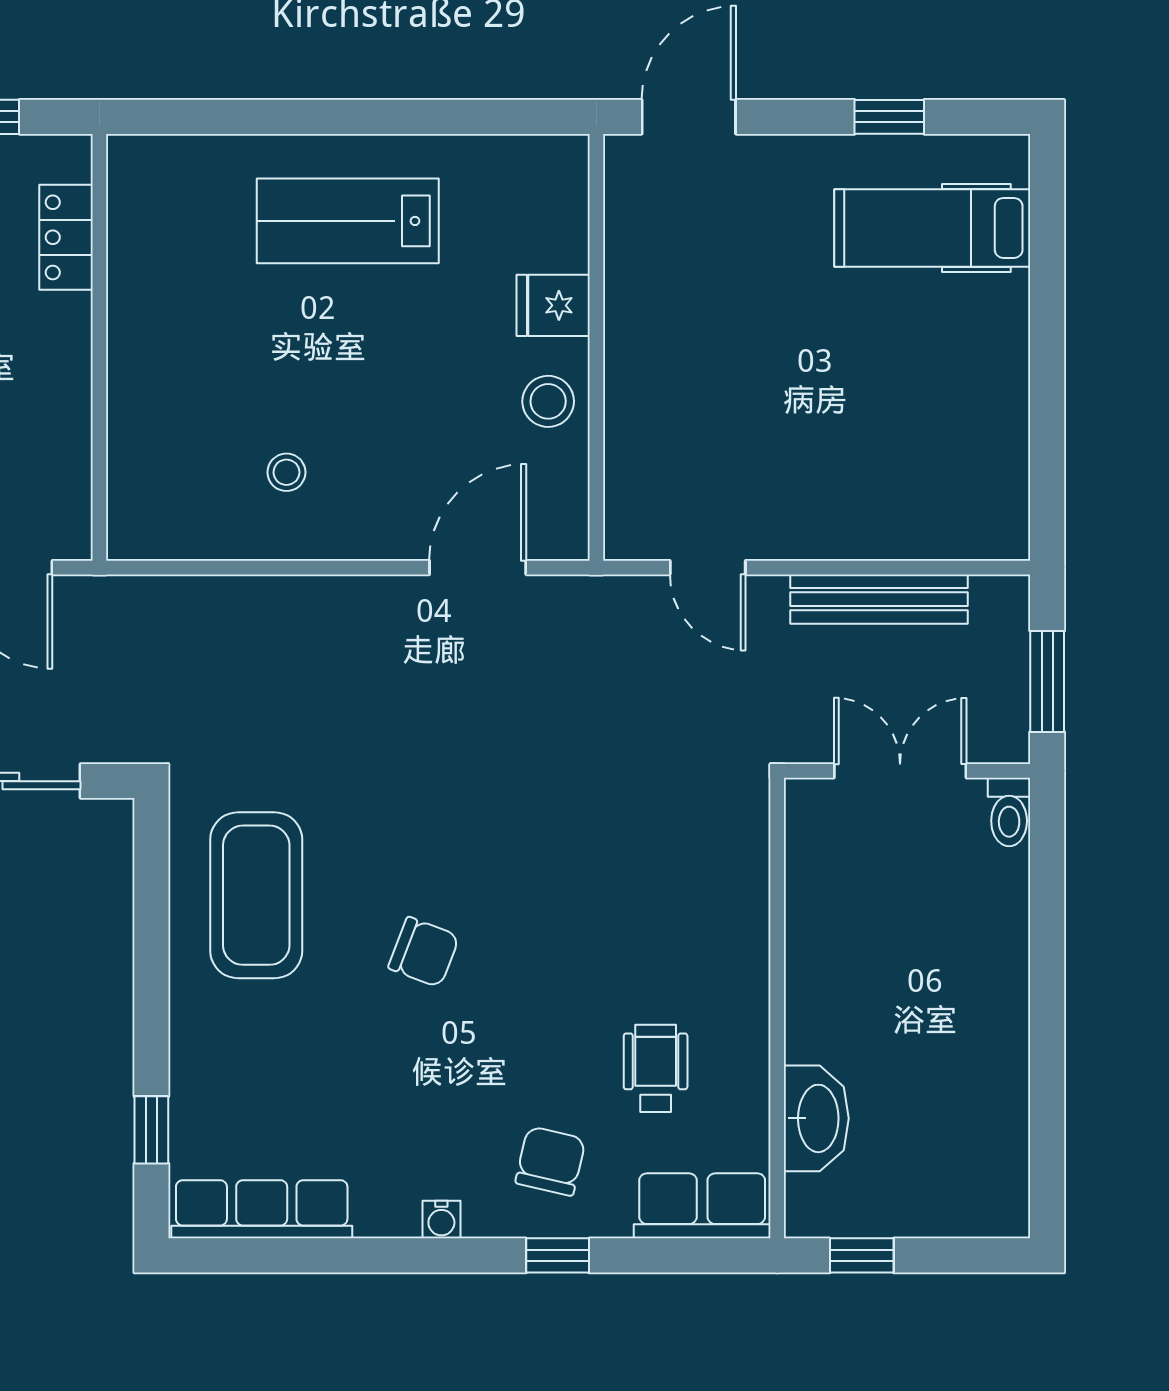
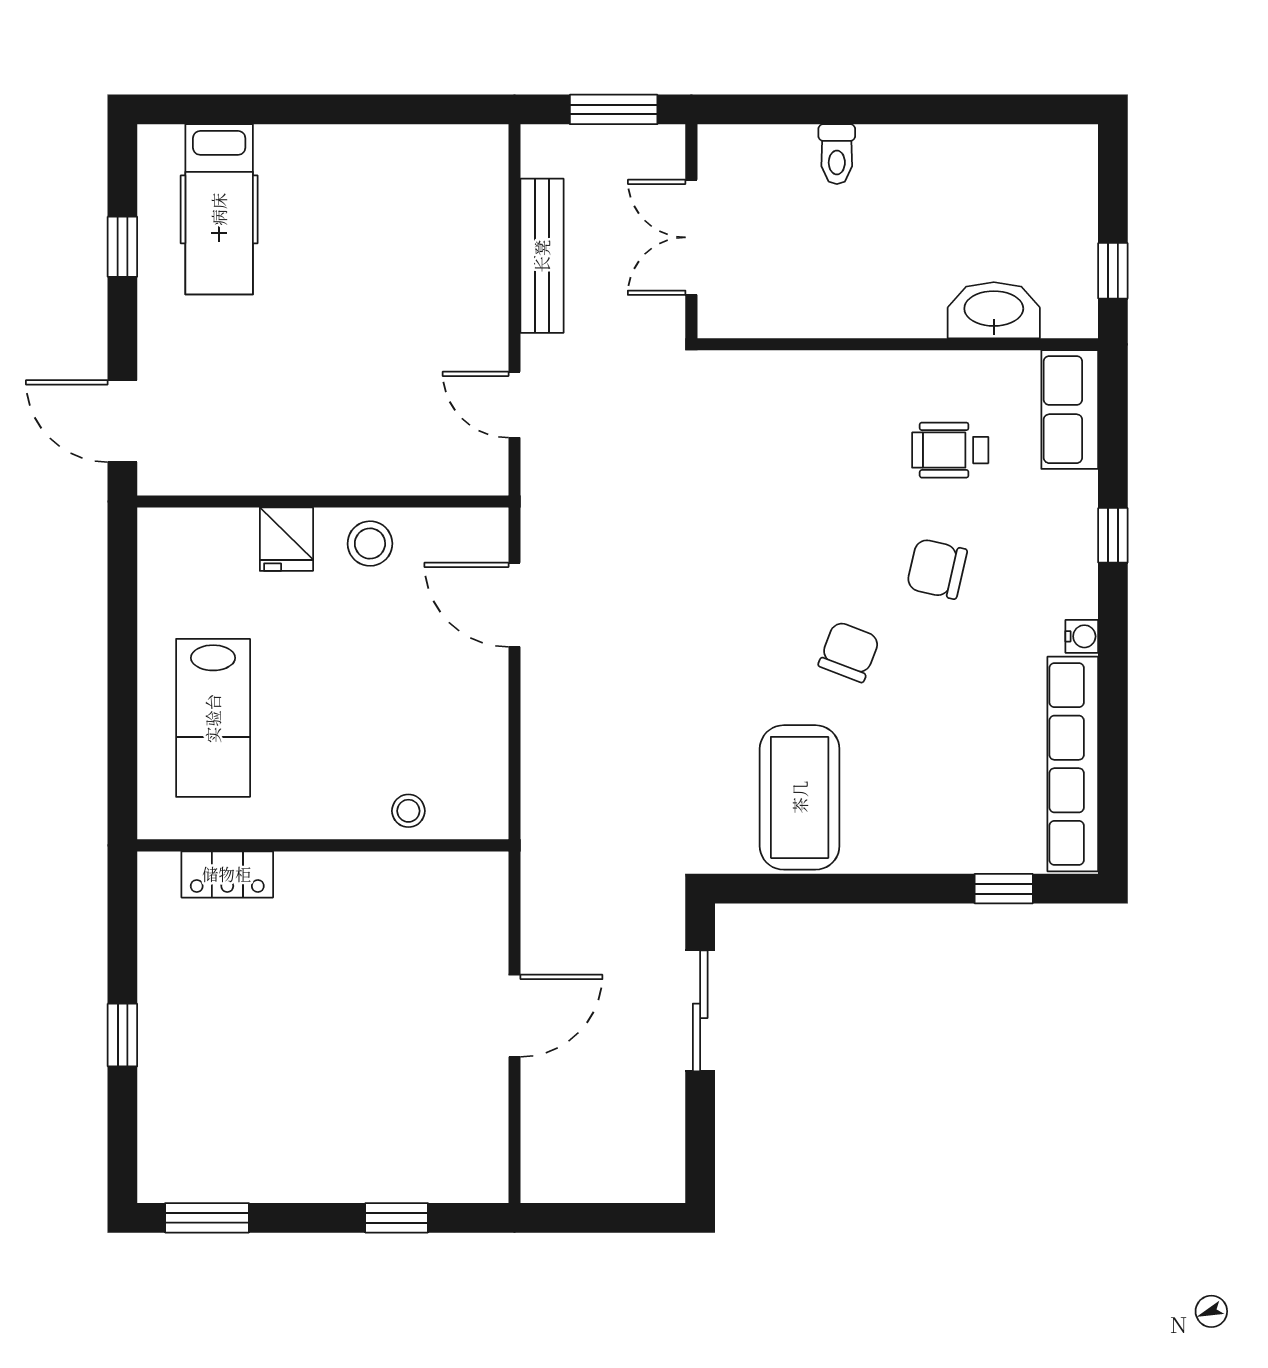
locker: (66, 237) -> (227, 874), moved
wall: (99, 347) -> (323, 845), moved
stool: (286, 472) -> (408, 811), moved
door: (708, 568) -> (515, 405), swing flipped
toilet: (1009, 812) -> (837, 154), moved, turned 90
coffee table: (256, 895) -> (800, 797), turned 90
chair: (550, 1161) -> (937, 569), moved
row of seats: (262, 1209) -> (1073, 764), width x1.36

